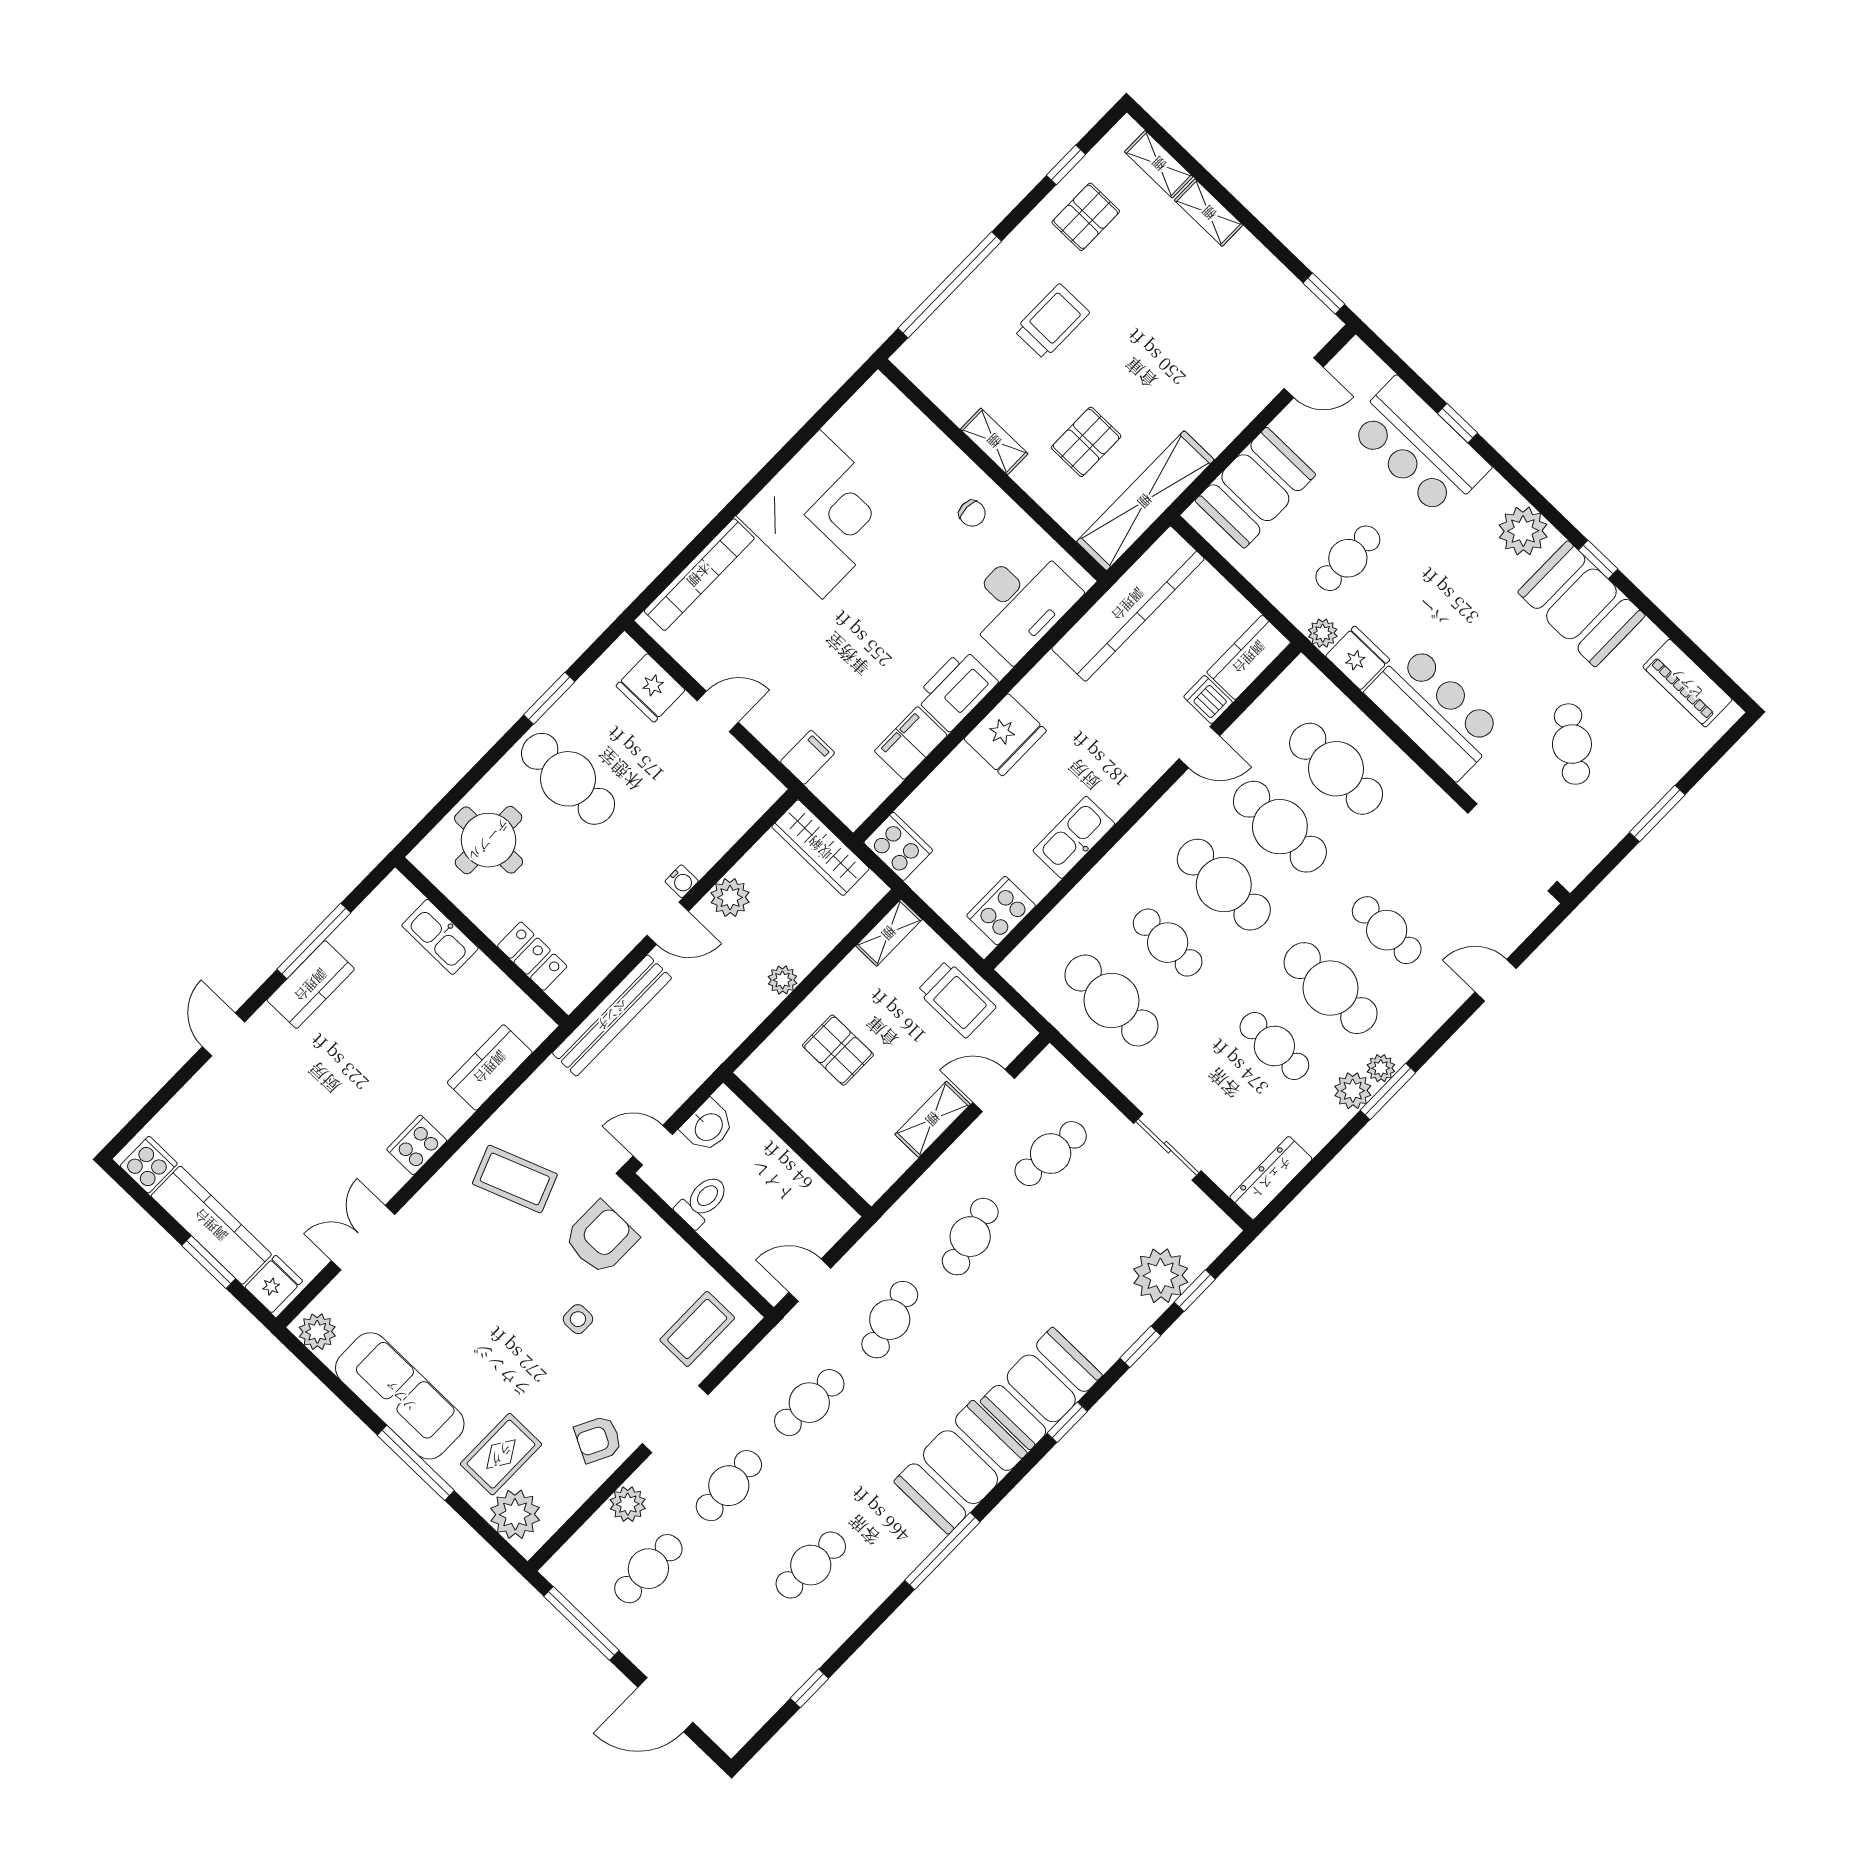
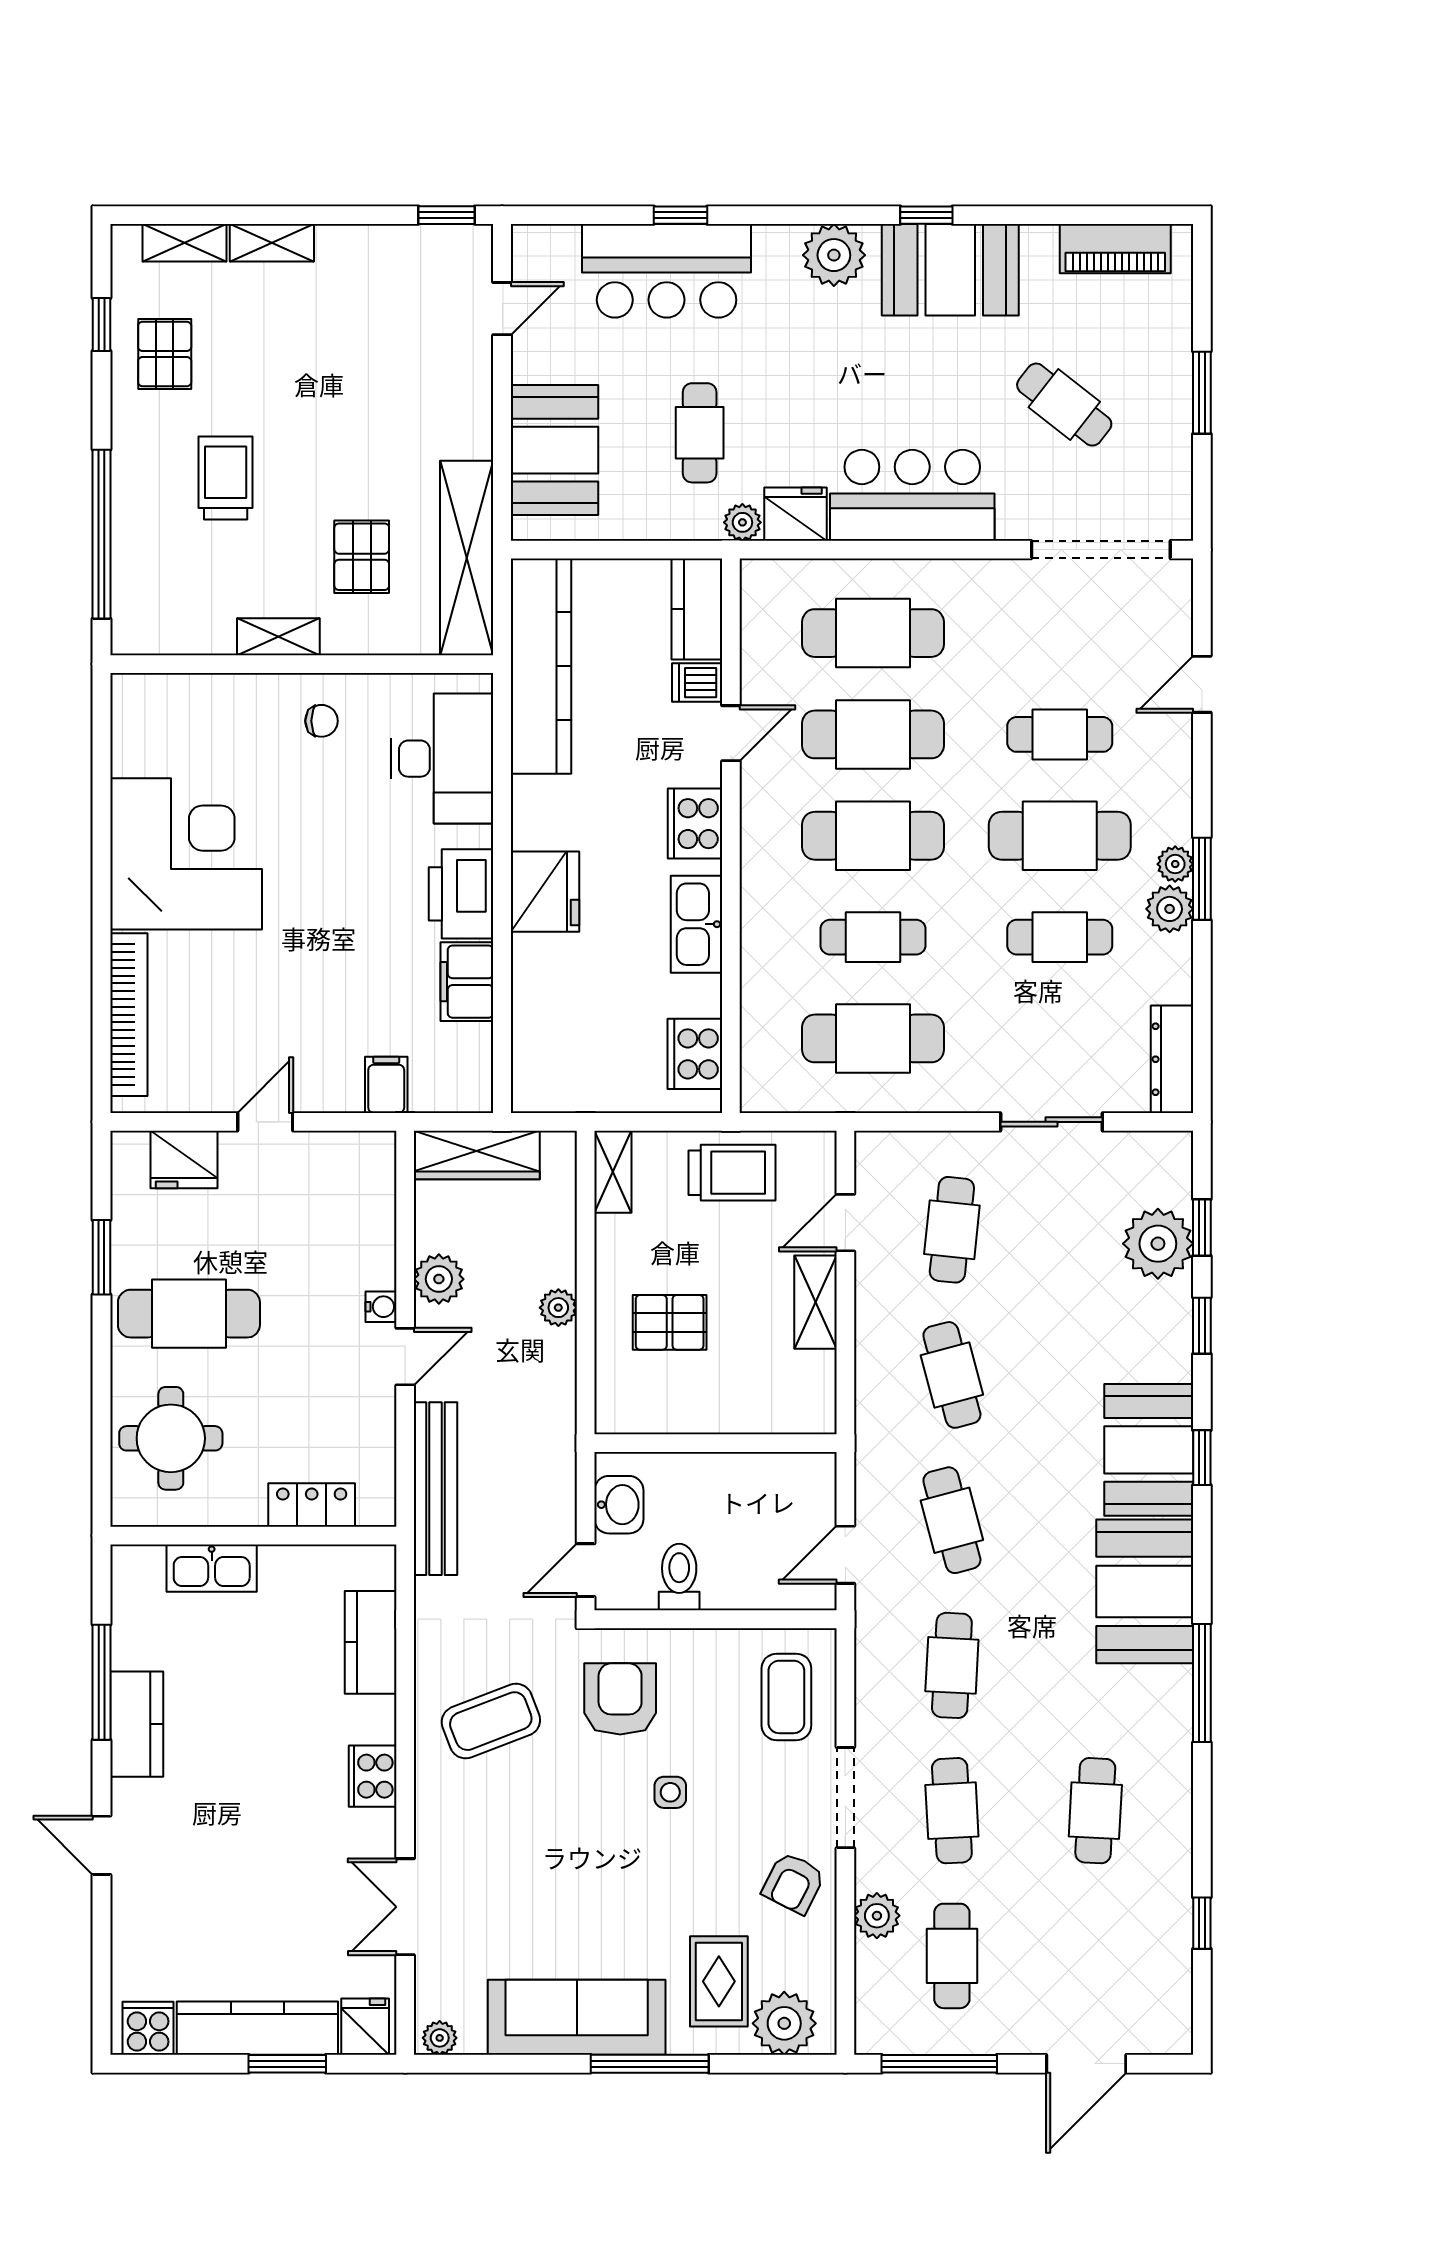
cooker: (898, 846) -> (695, 824), moved, turned -90
plant: (317, 1332) -> (440, 2038), width x0.73, depth x0.73

